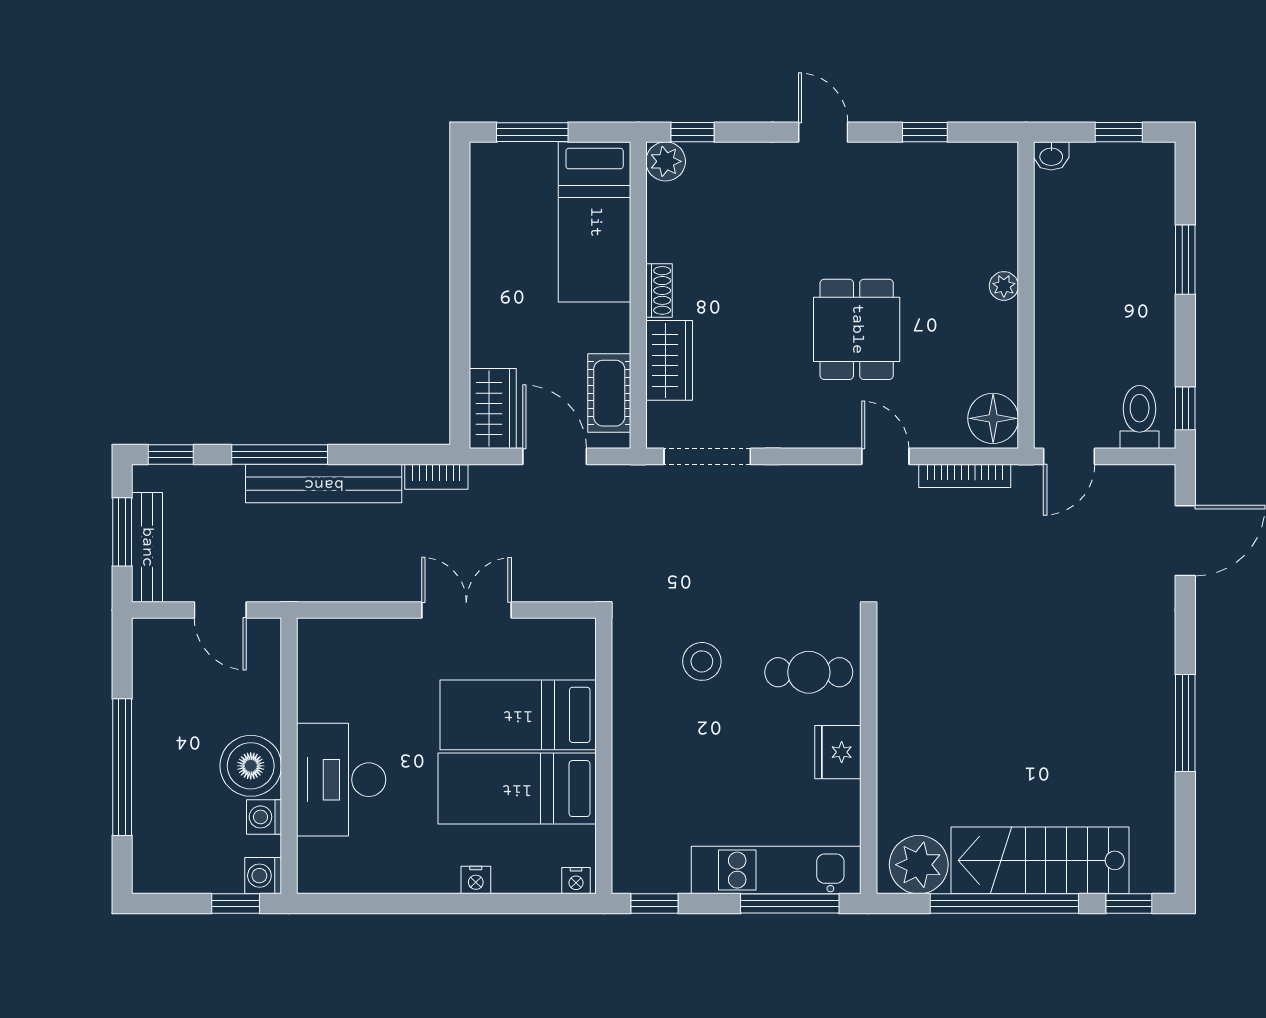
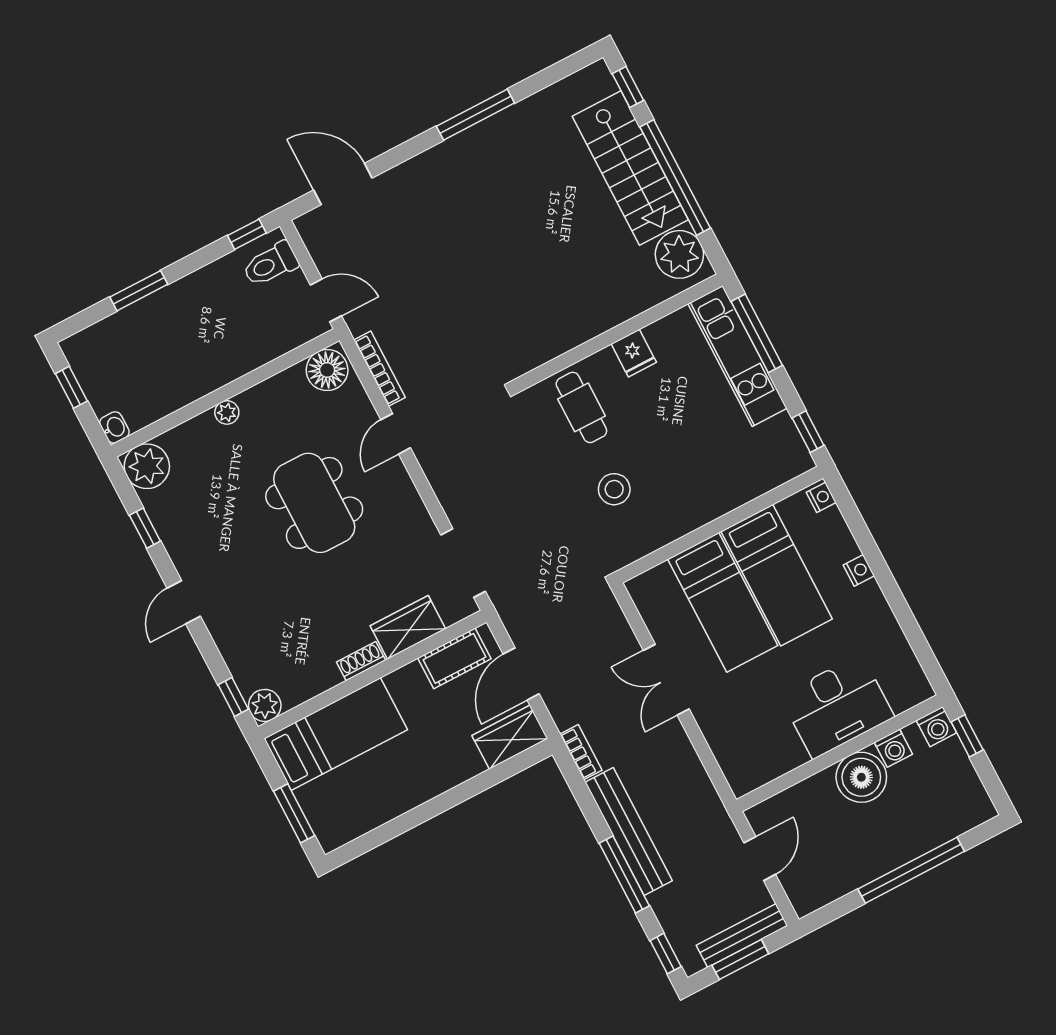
plant: (991, 169) -> (147, 466), added
dining table: (857, 329) -> (314, 503), width x1.38
fridge: (838, 752) -> (634, 353), width x0.72

